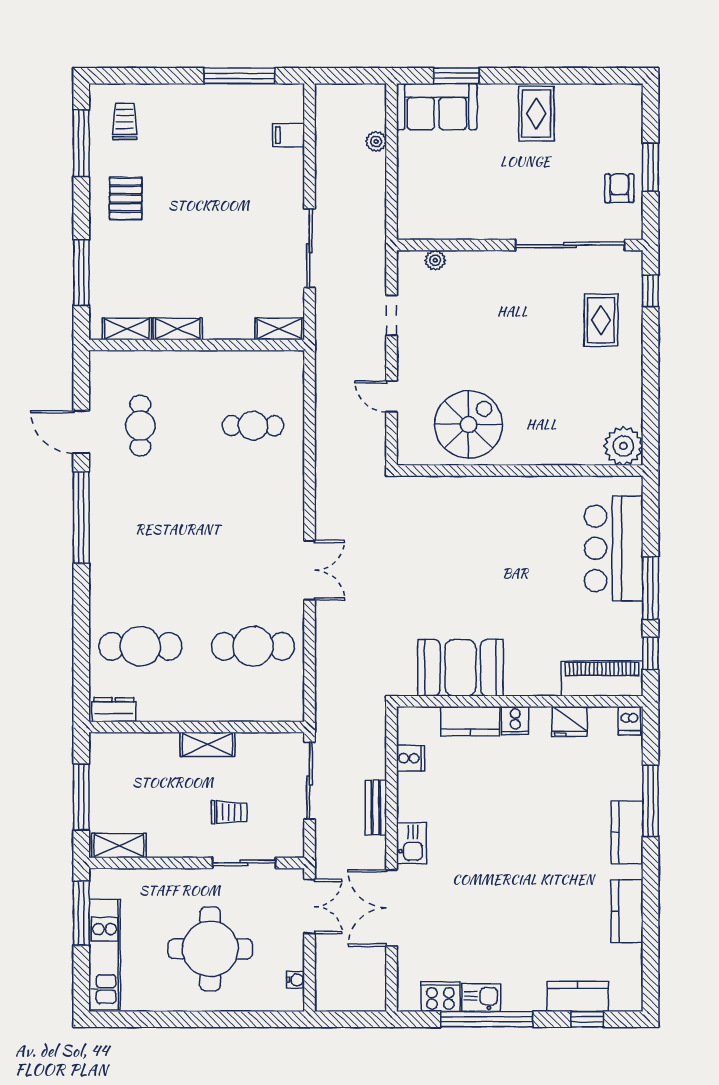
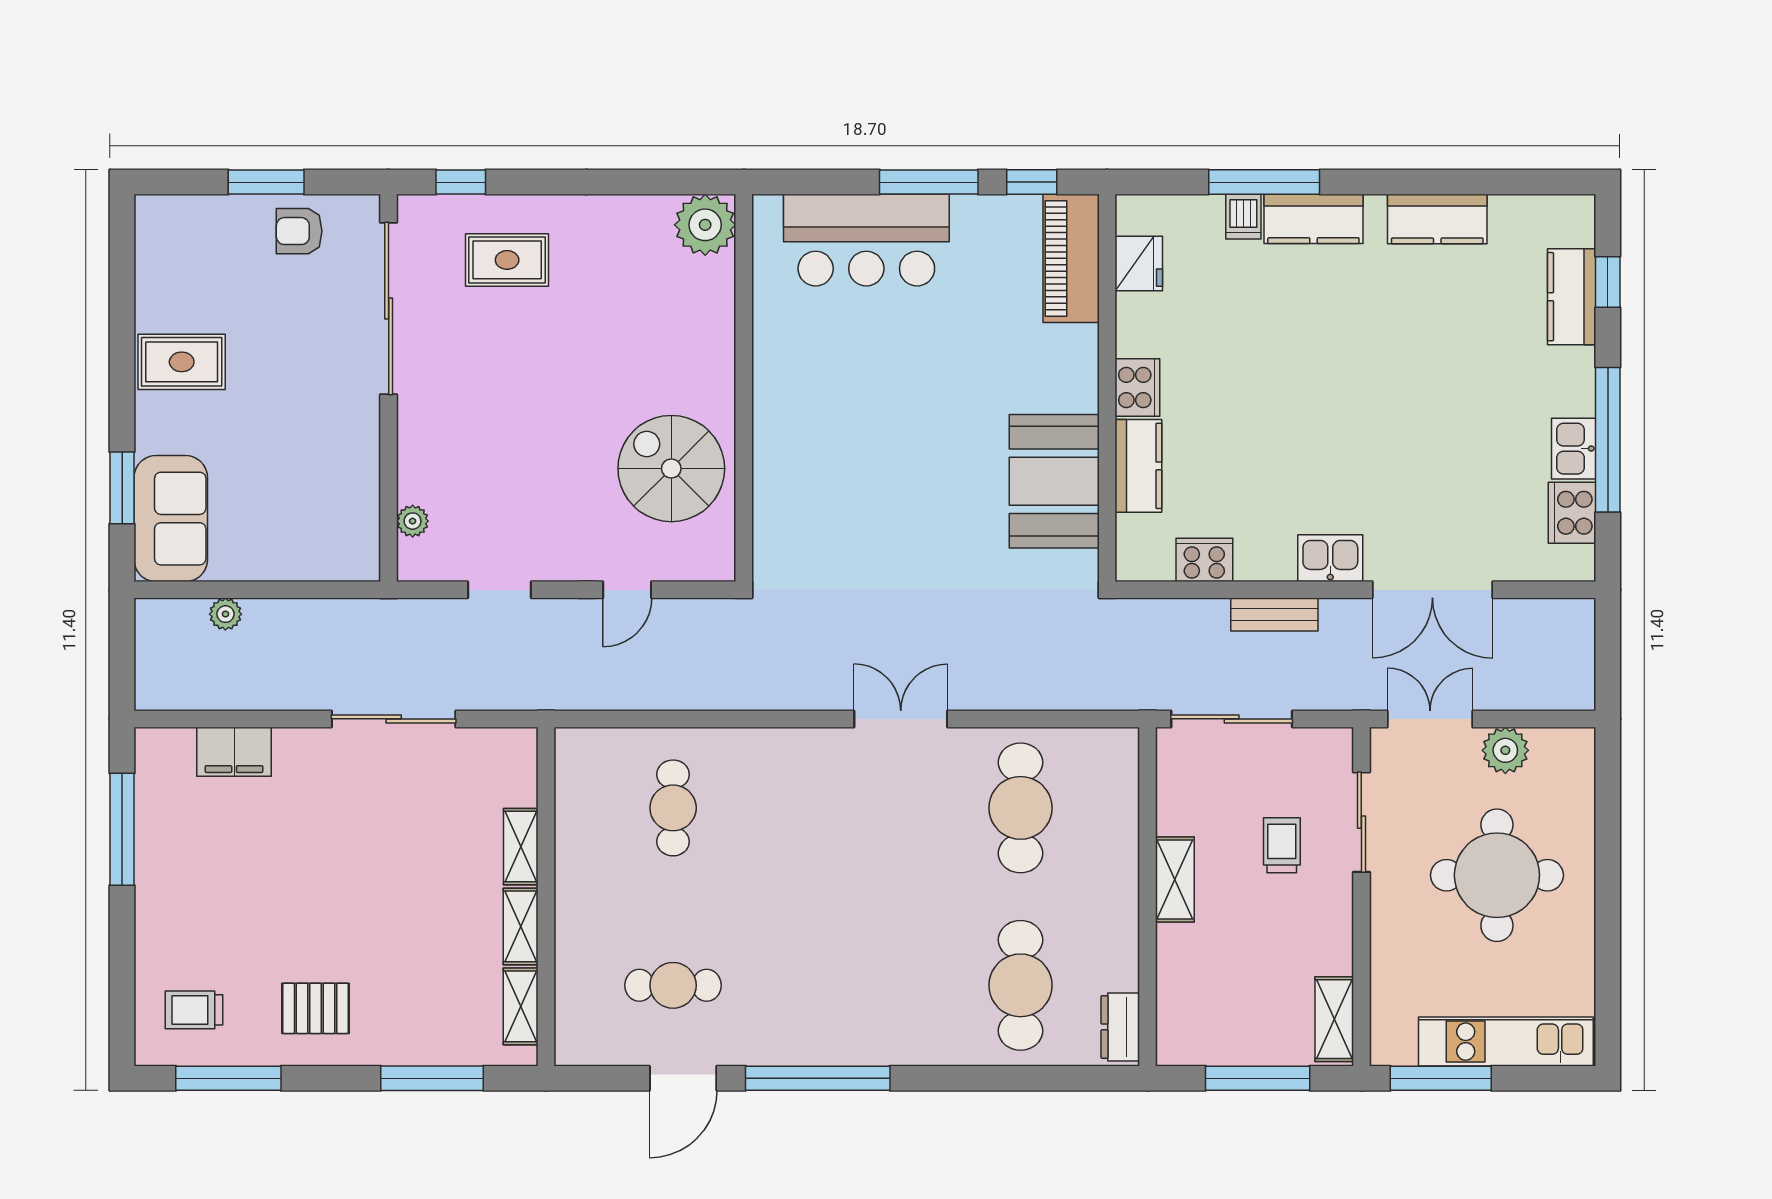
filing cabinet: (289, 135) -> (234, 752), width x2.00
shelving: (279, 329) -> (521, 847), moved
cooker: (515, 721) -> (1137, 388), width x1.36
fridge: (569, 721) -> (1139, 263), moved
dishwasher: (629, 721) -> (1243, 217), moved, turned 90
cooker: (411, 758) -> (1204, 560), width x1.36
plant: (290, 954) -> (1505, 750), added
water cooler: (296, 980) -> (1546, 741), removed

